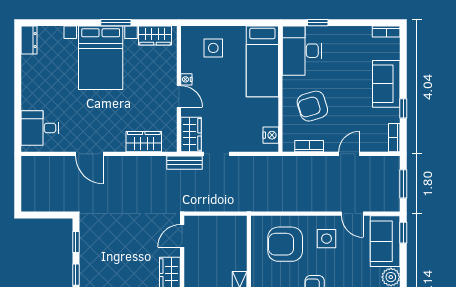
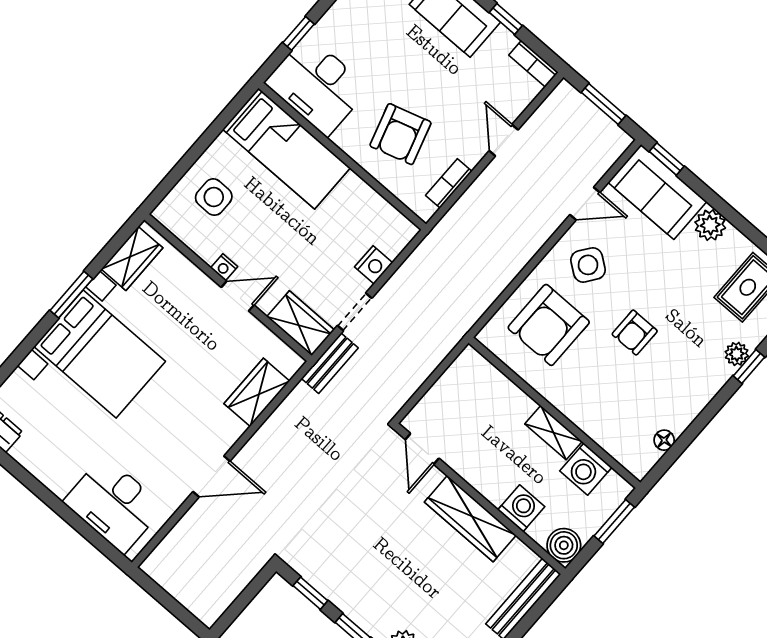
desk: (40, 128) -> (114, 504), width x1.37
nightstand: (271, 135) -> (374, 265), moved, turned 90
side table: (327, 239) -> (588, 265), turned 36

